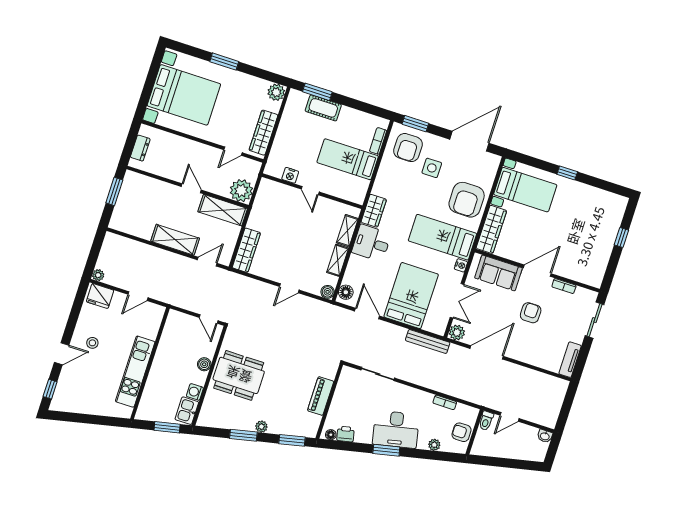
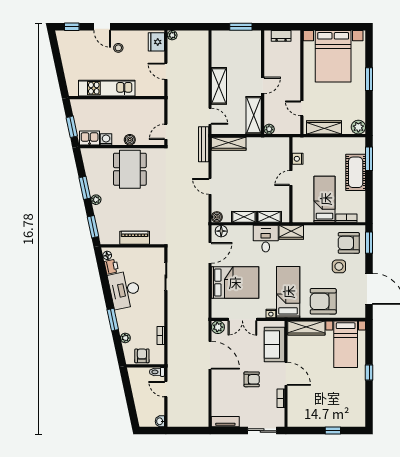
cot: (323, 108) -> (356, 172), width x1.37, depth x1.34
plant: (241, 191) -> (269, 129), width x0.53, depth x0.53
bench: (428, 341) -> (204, 144), moved
desk: (396, 429) -> (125, 290), moved
window: (386, 450) -> (113, 320), moved

